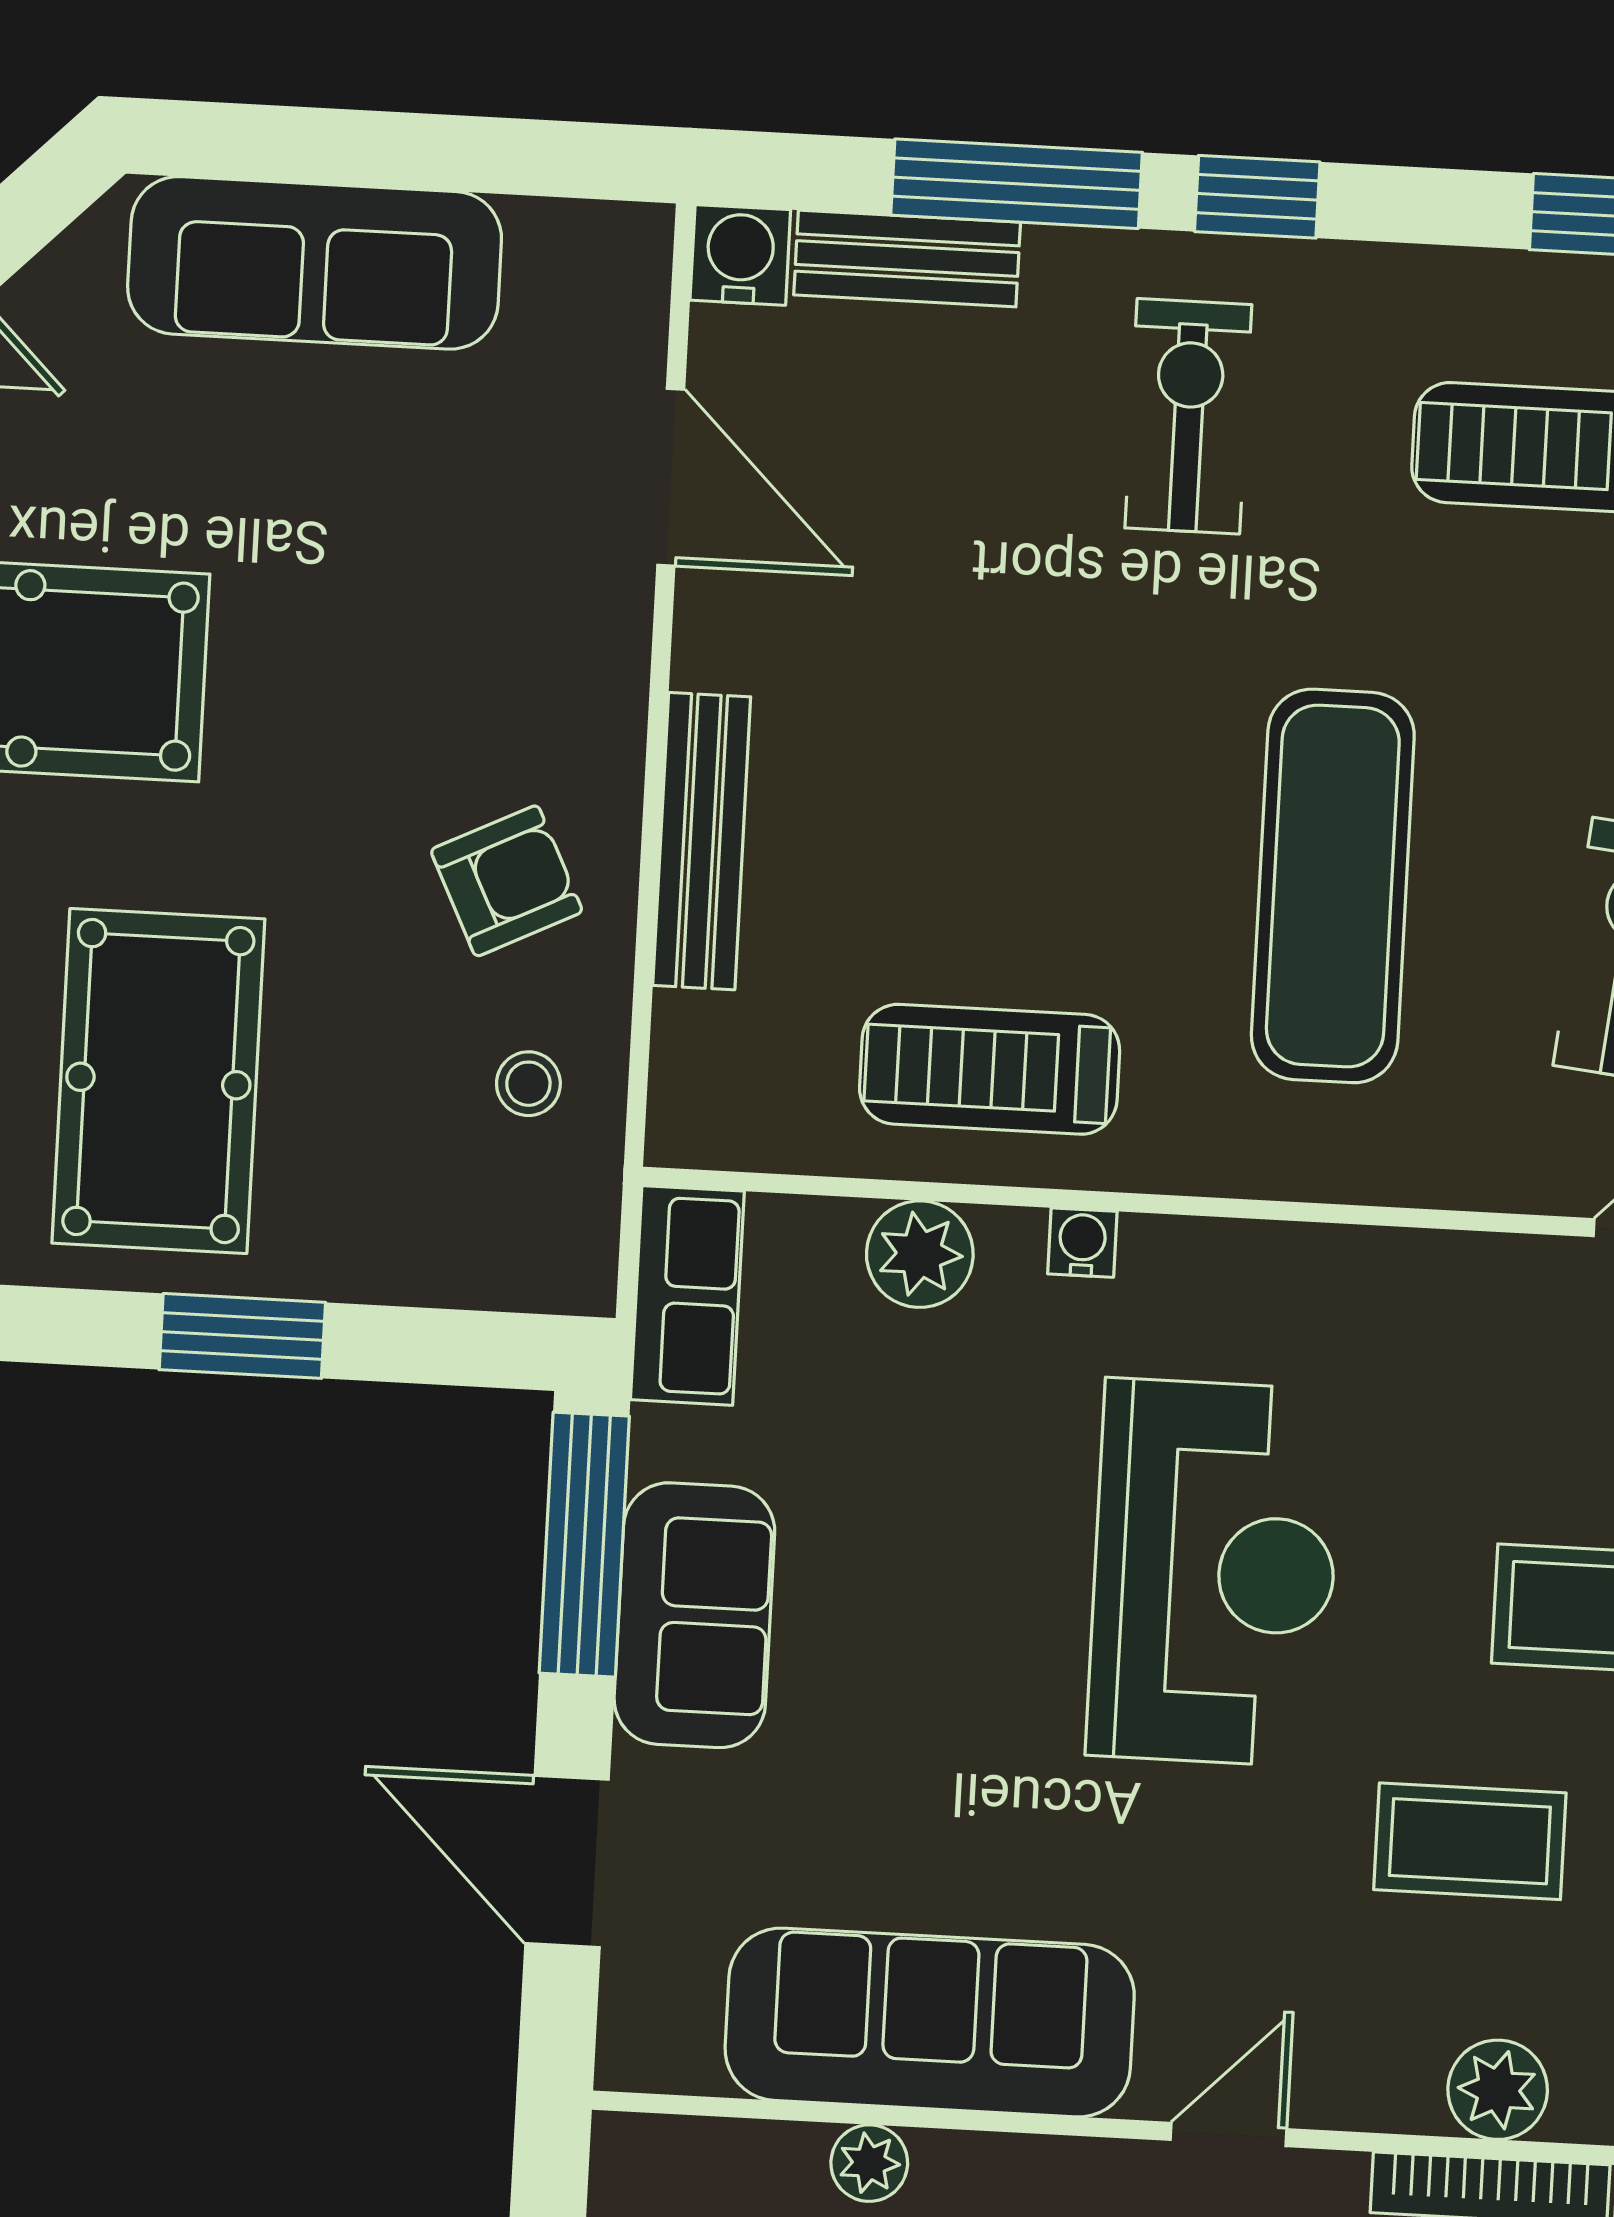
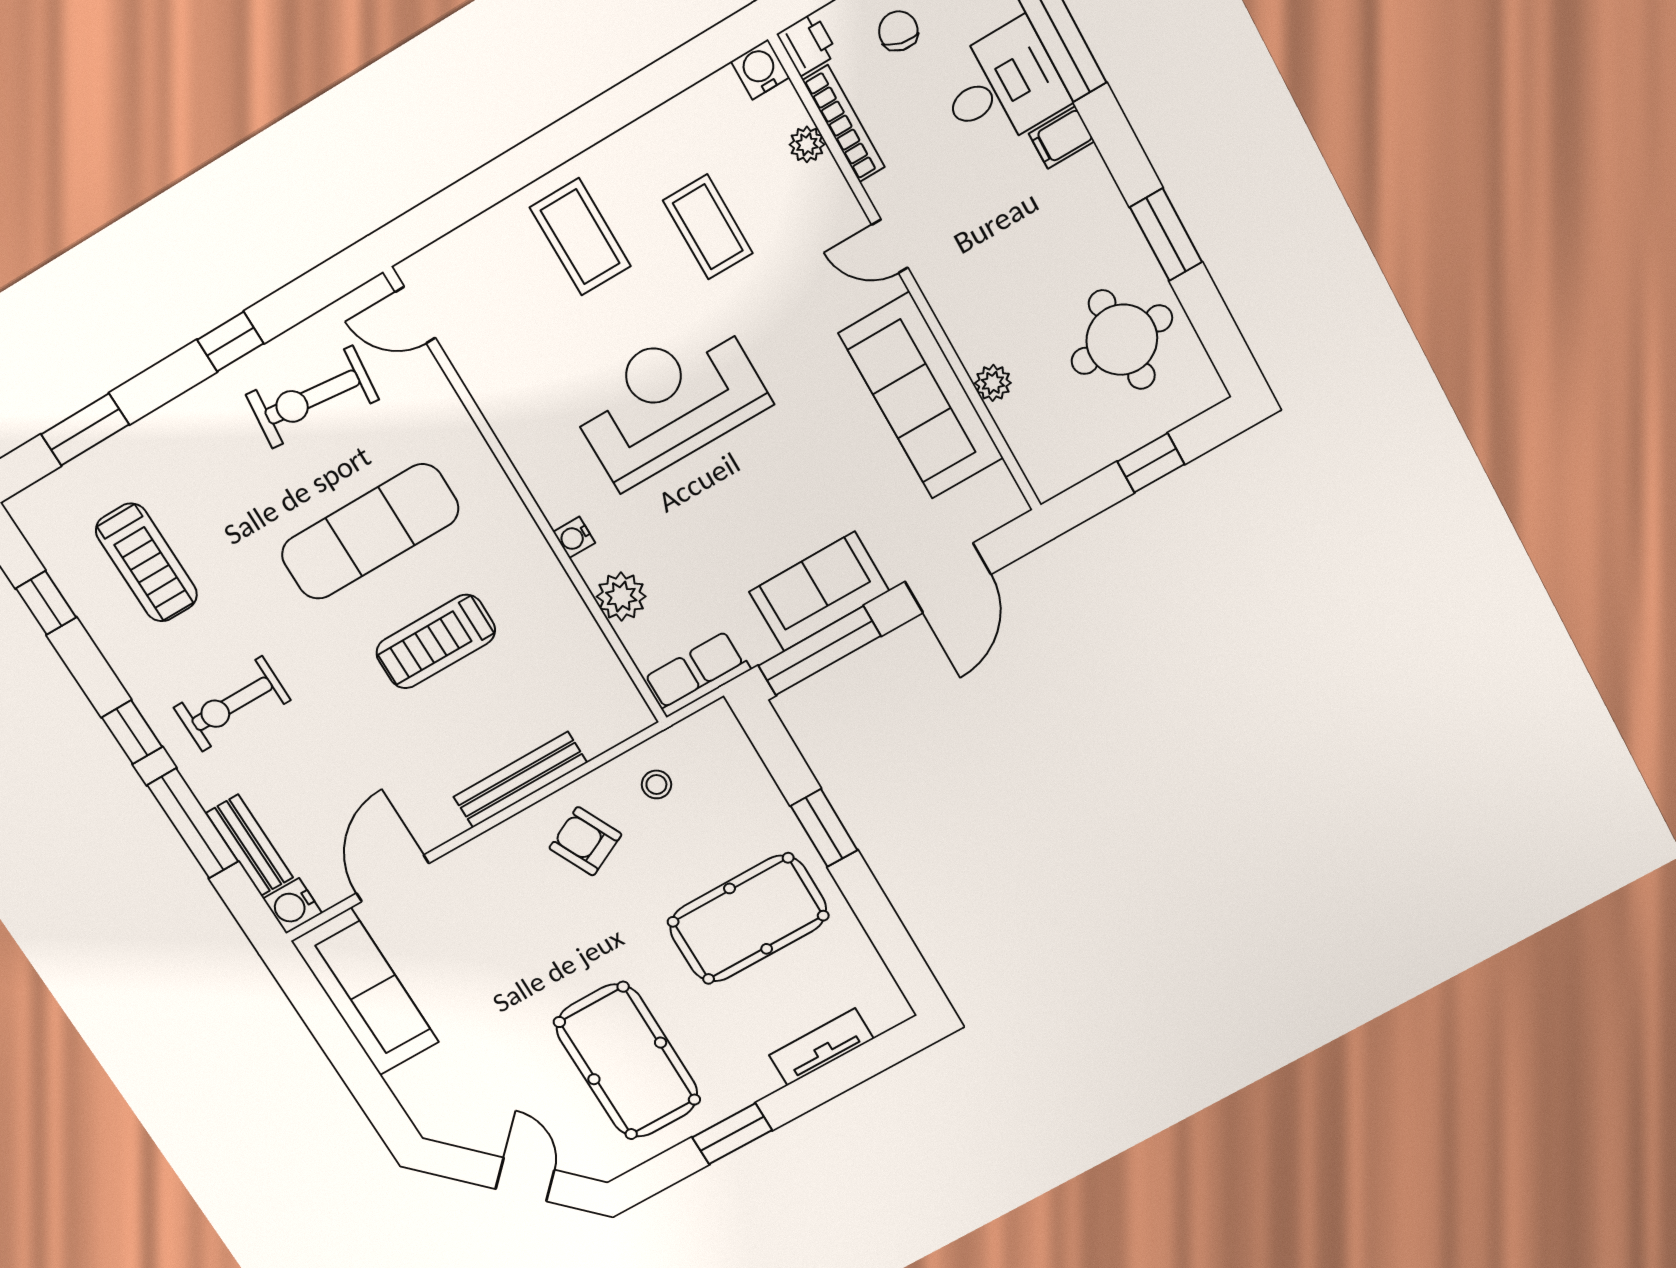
sofa: (315, 263) -> (365, 992), moved
treadmill: (990, 1069) -> (436, 642), moved, turned 90
plant: (1498, 2090) -> (807, 144), width x0.73, depth x0.73

